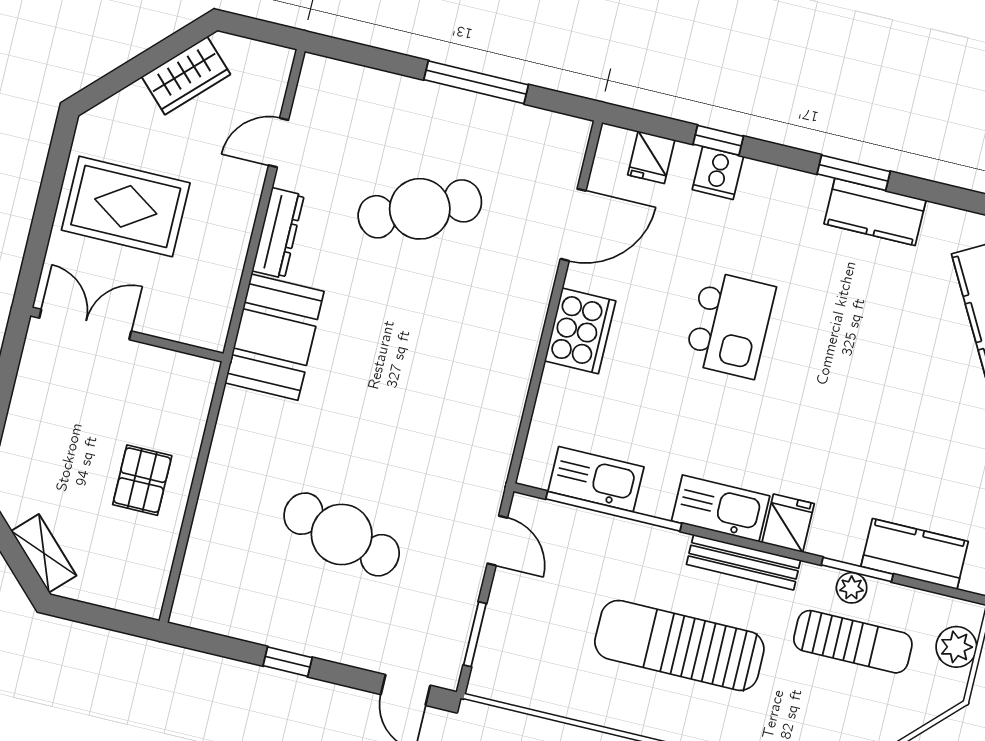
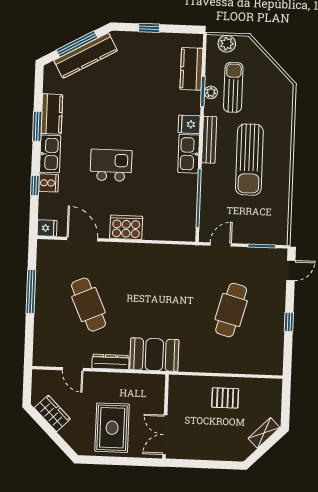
fridge: (651, 157) -> (47, 228), moved
kitchen sink: (596, 479) -> (50, 154), moved, turned 180

